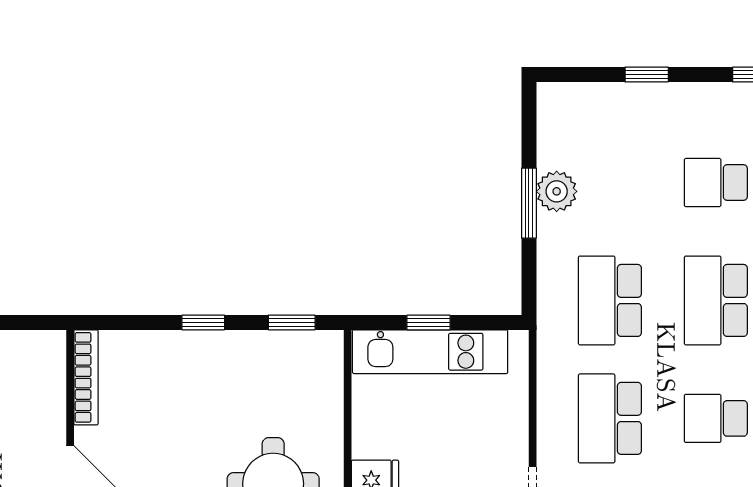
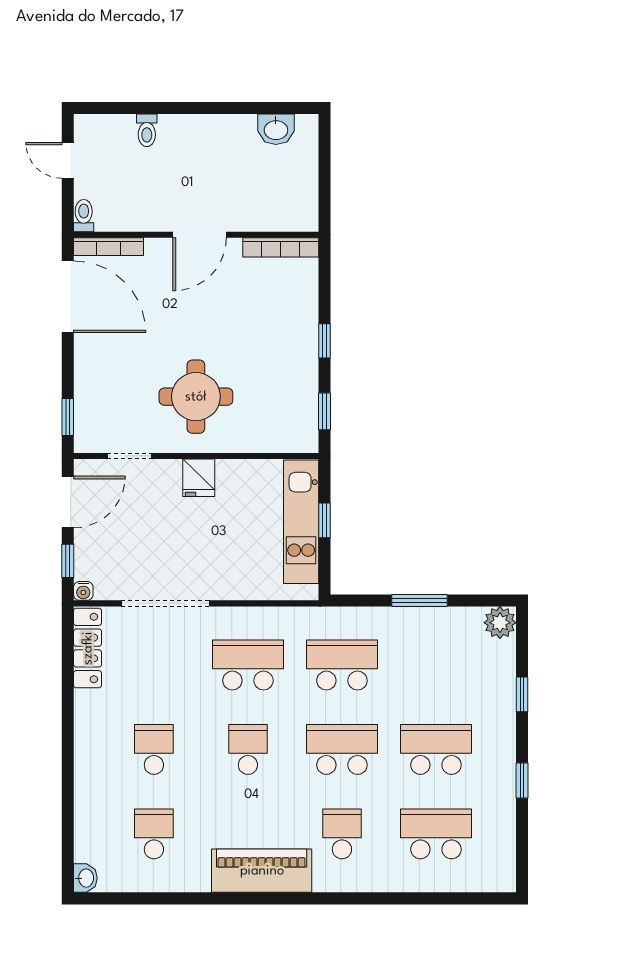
school desk: (716, 182) -> (436, 749), width x1.85
plant: (557, 191) -> (500, 623), moved

